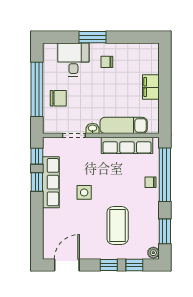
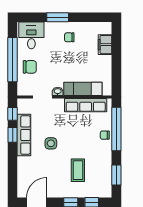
desk: (73, 60) -> (31, 35), moved
filing cabinet: (151, 87) -> (105, 45), moved
coffee table: (118, 225) -> (78, 170), width x0.73, depth x0.76
plant: (153, 253) -> (107, 192), removed

